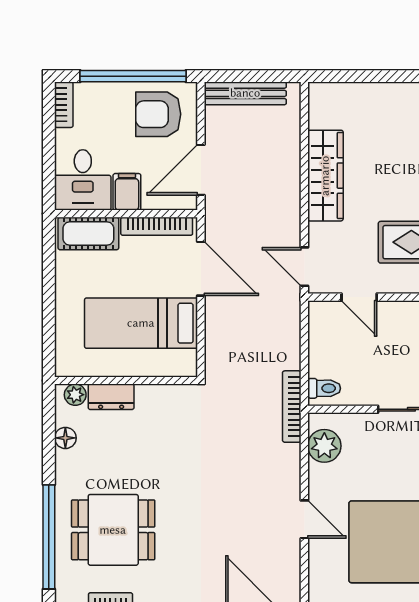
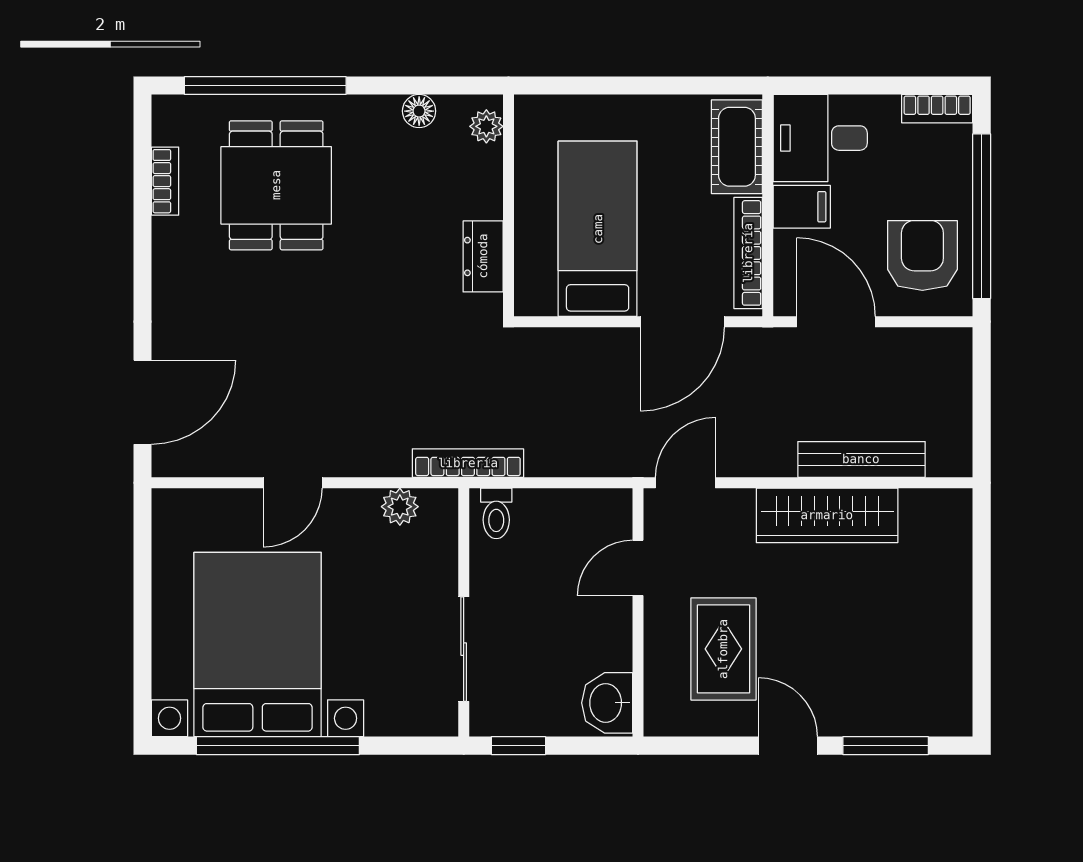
bench: (245, 93) -> (861, 459), moved, turned 90
dresser: (111, 397) -> (483, 256), moved
plant: (324, 446) -> (400, 507), width x0.73, depth x0.73

